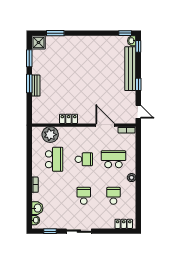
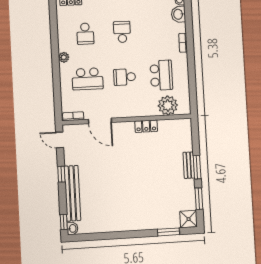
window: (125, 33) -> (81, 237), removed
school desk: (54, 159) -> (161, 75), turned 180
school desk: (84, 196) -> (122, 32), turned 180

